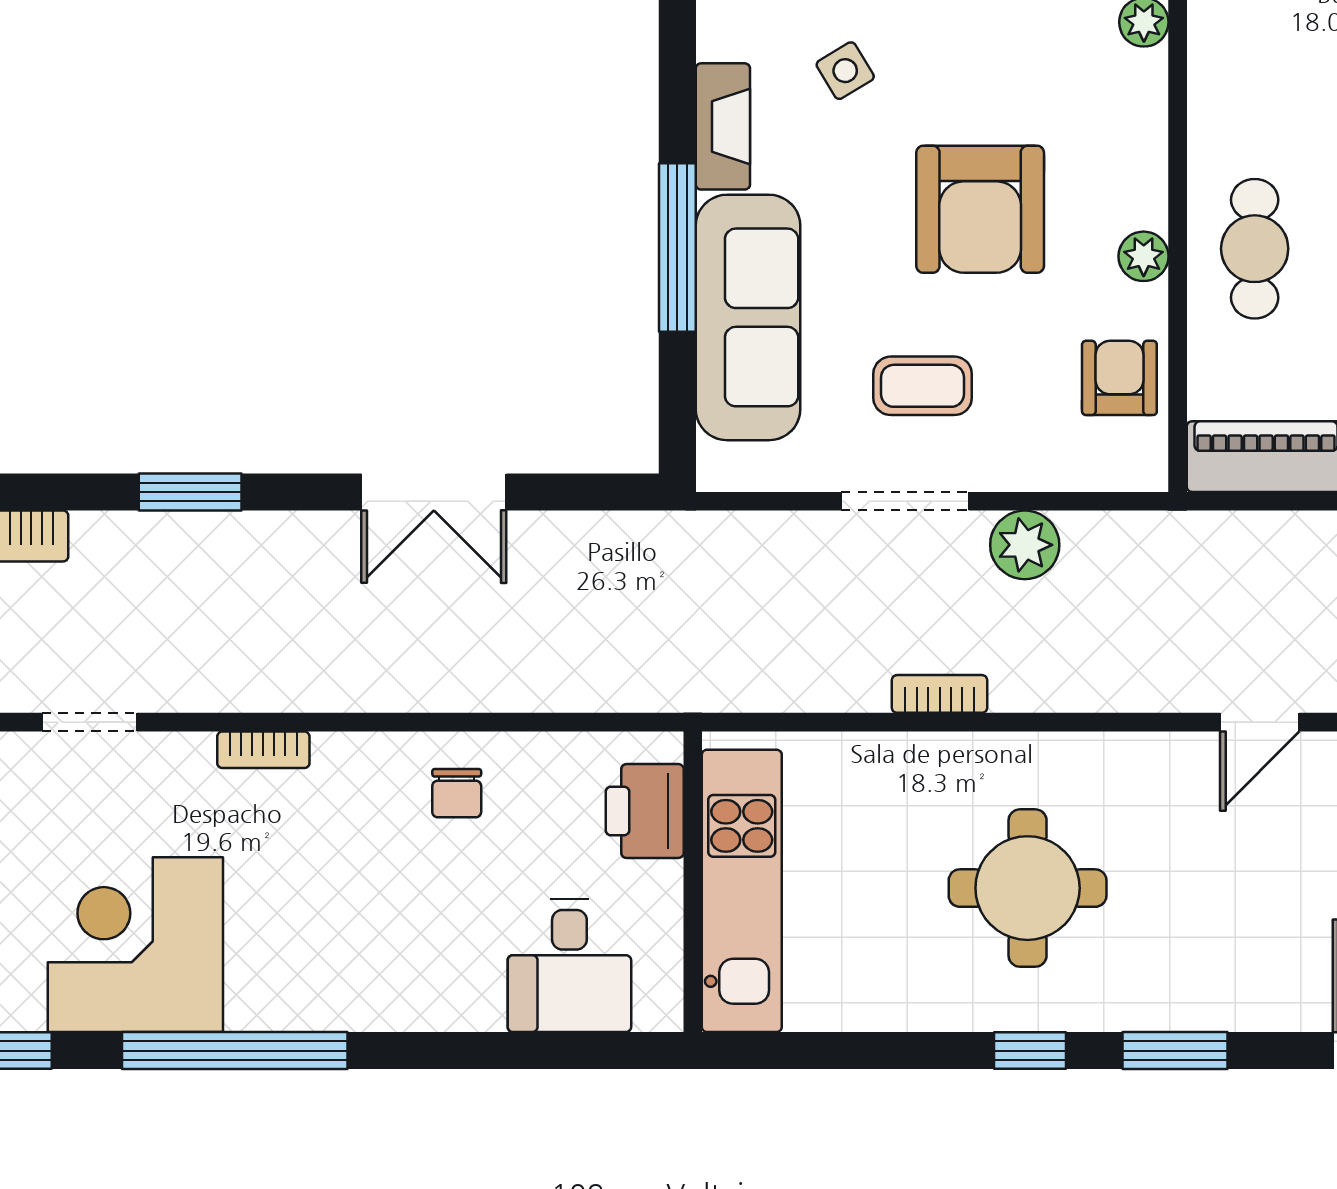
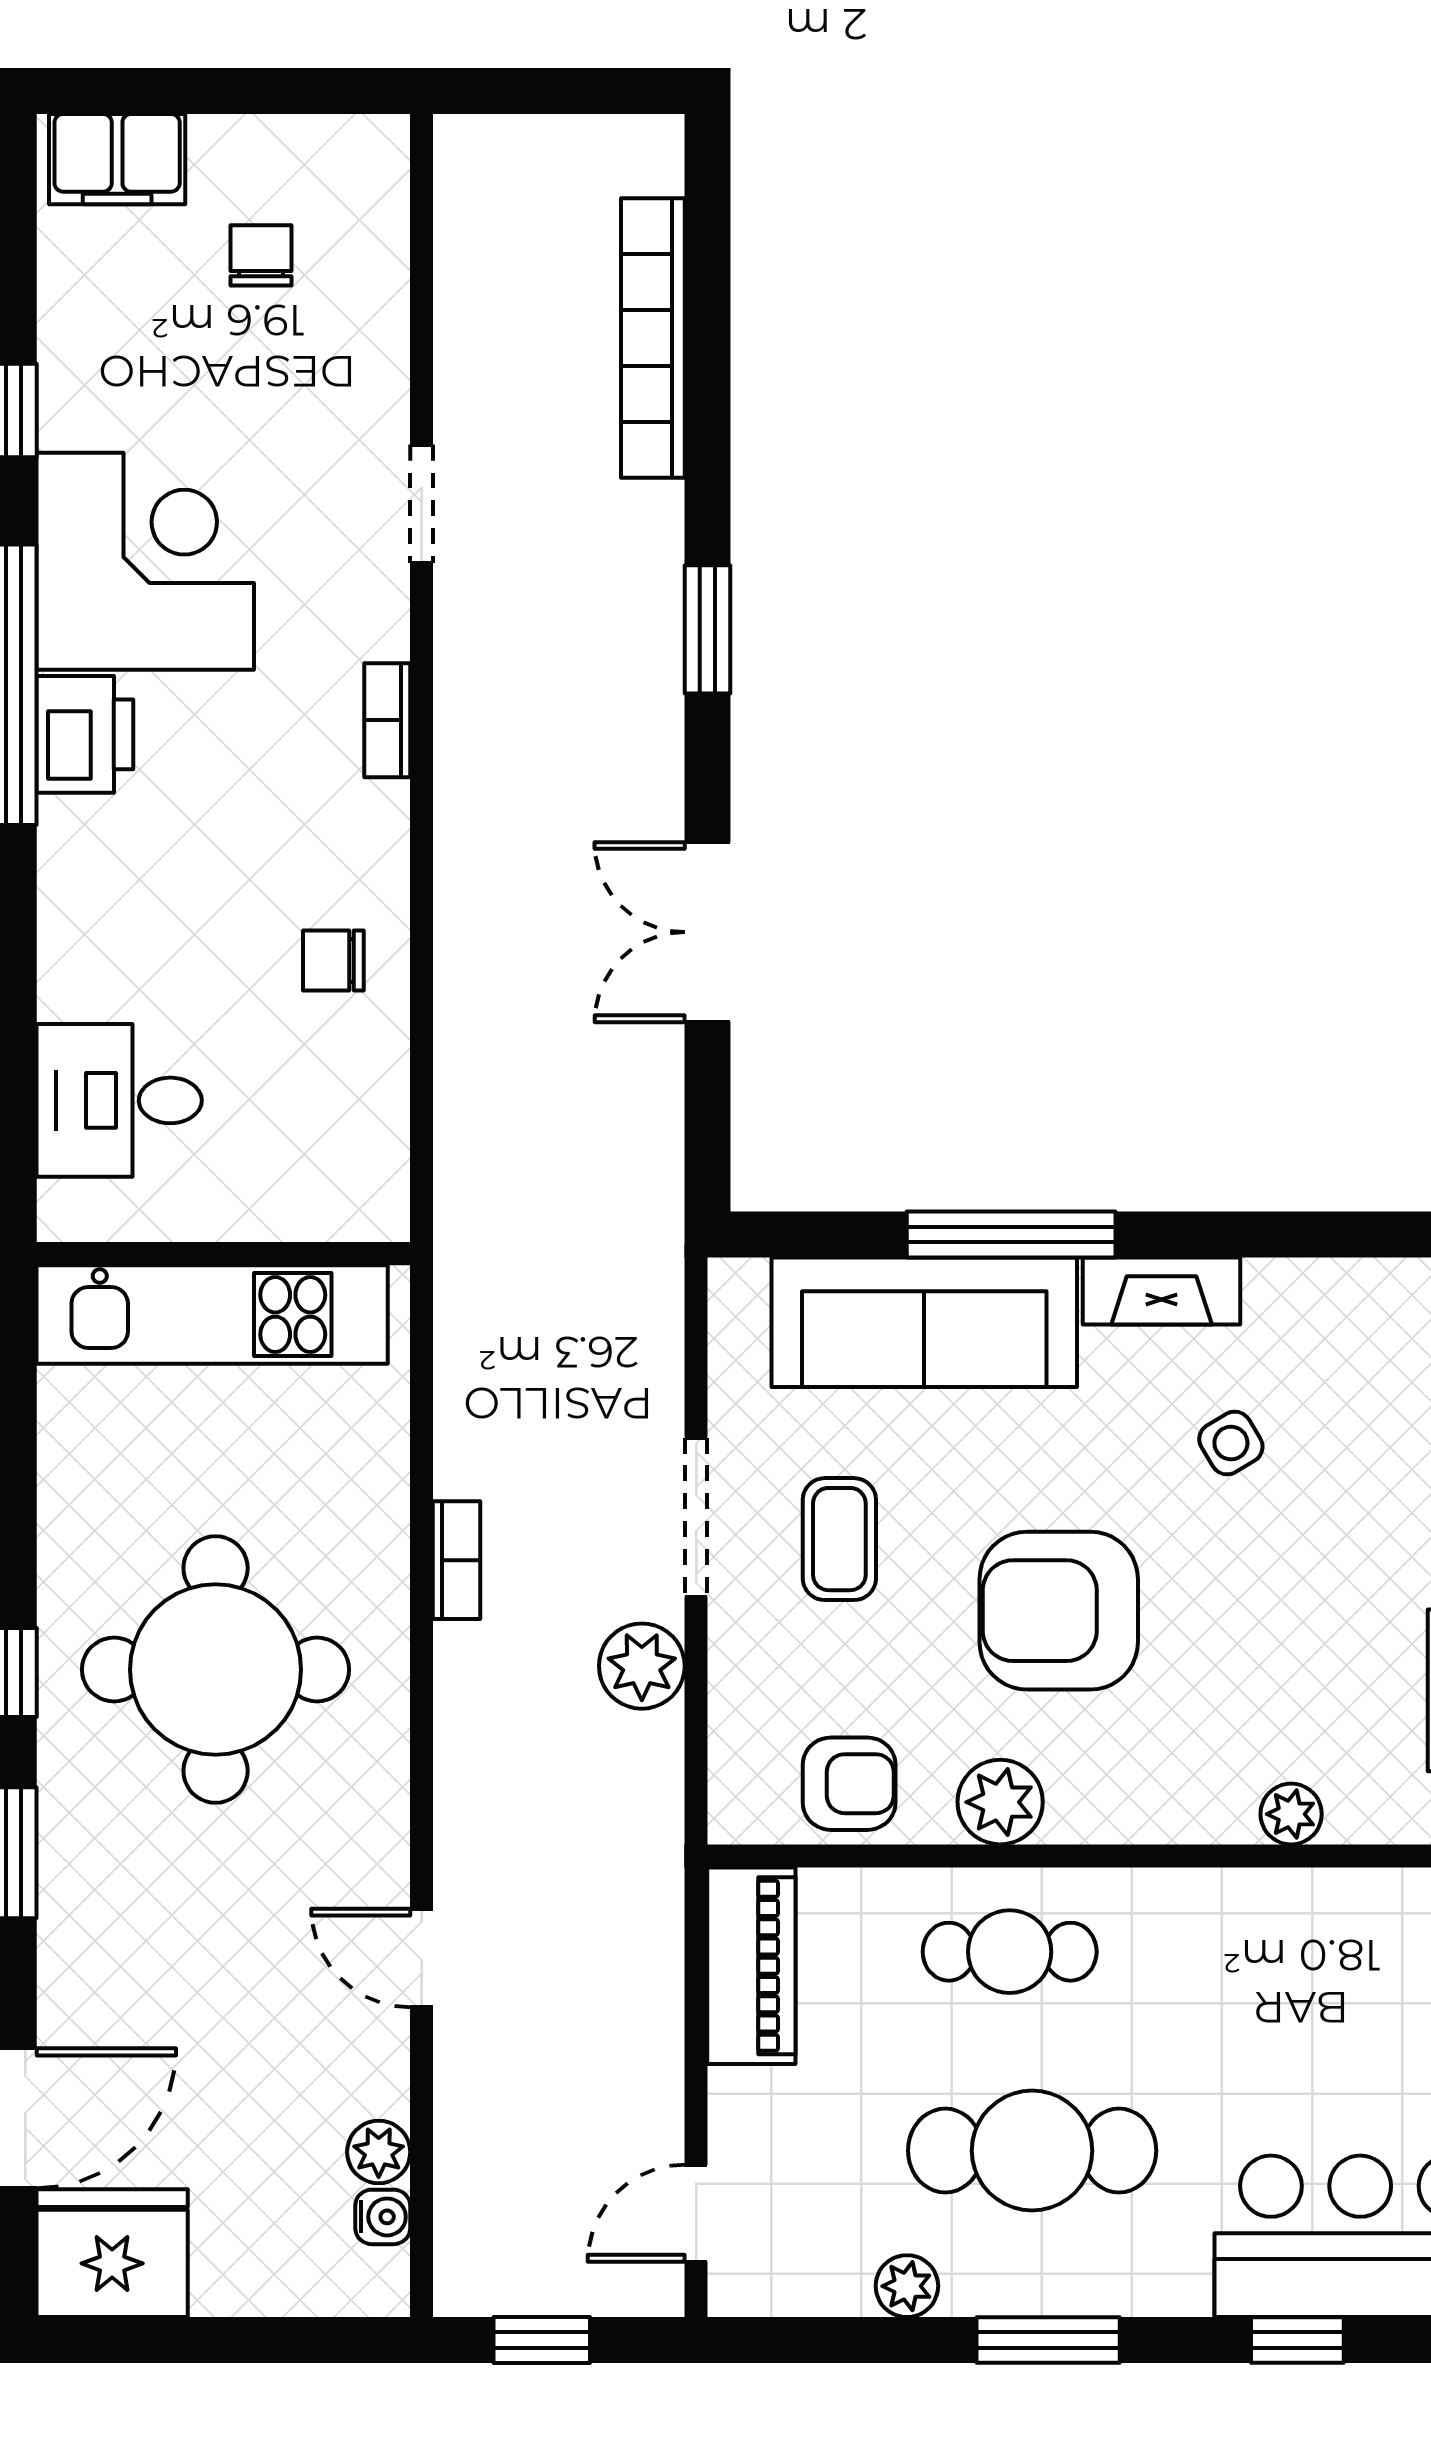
plant: (1144, 256) -> (1000, 1802), width x1.38, depth x1.38
printer: (645, 811) -> (85, 734), moved, turned 90
round table: (1028, 888) -> (216, 1670), width x1.36, depth x1.36

